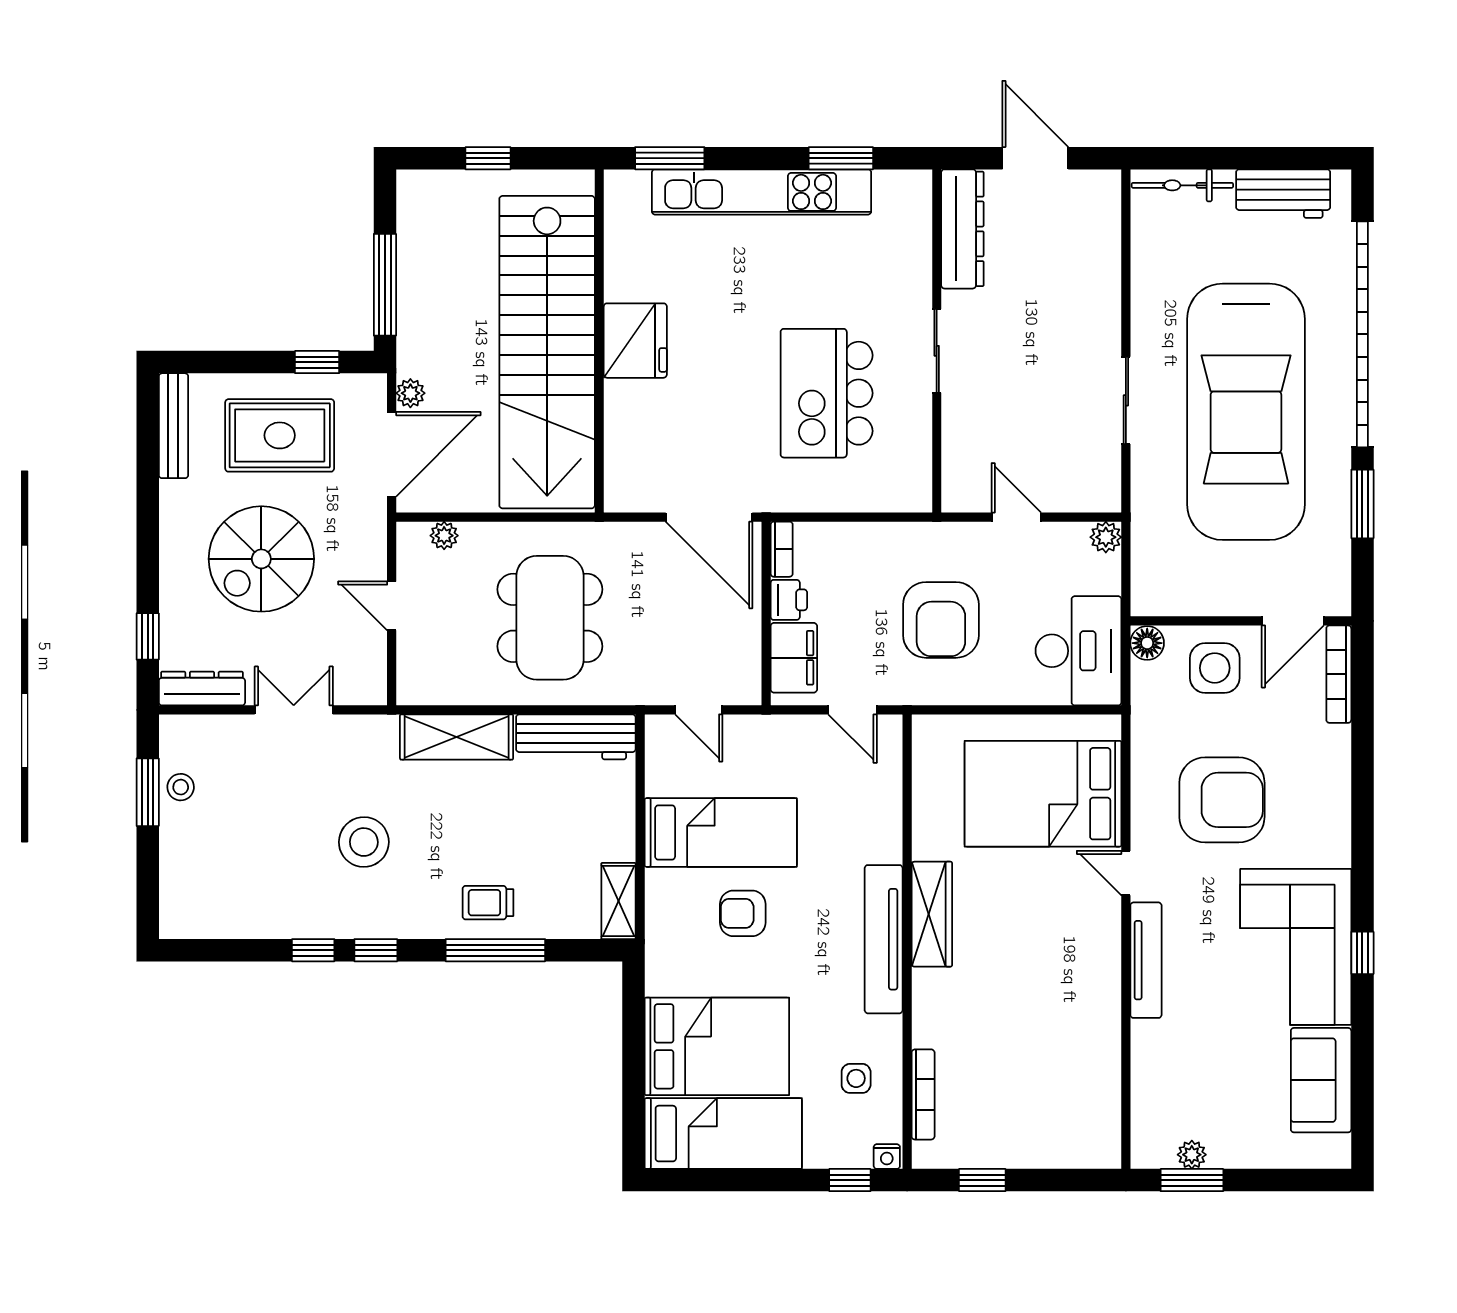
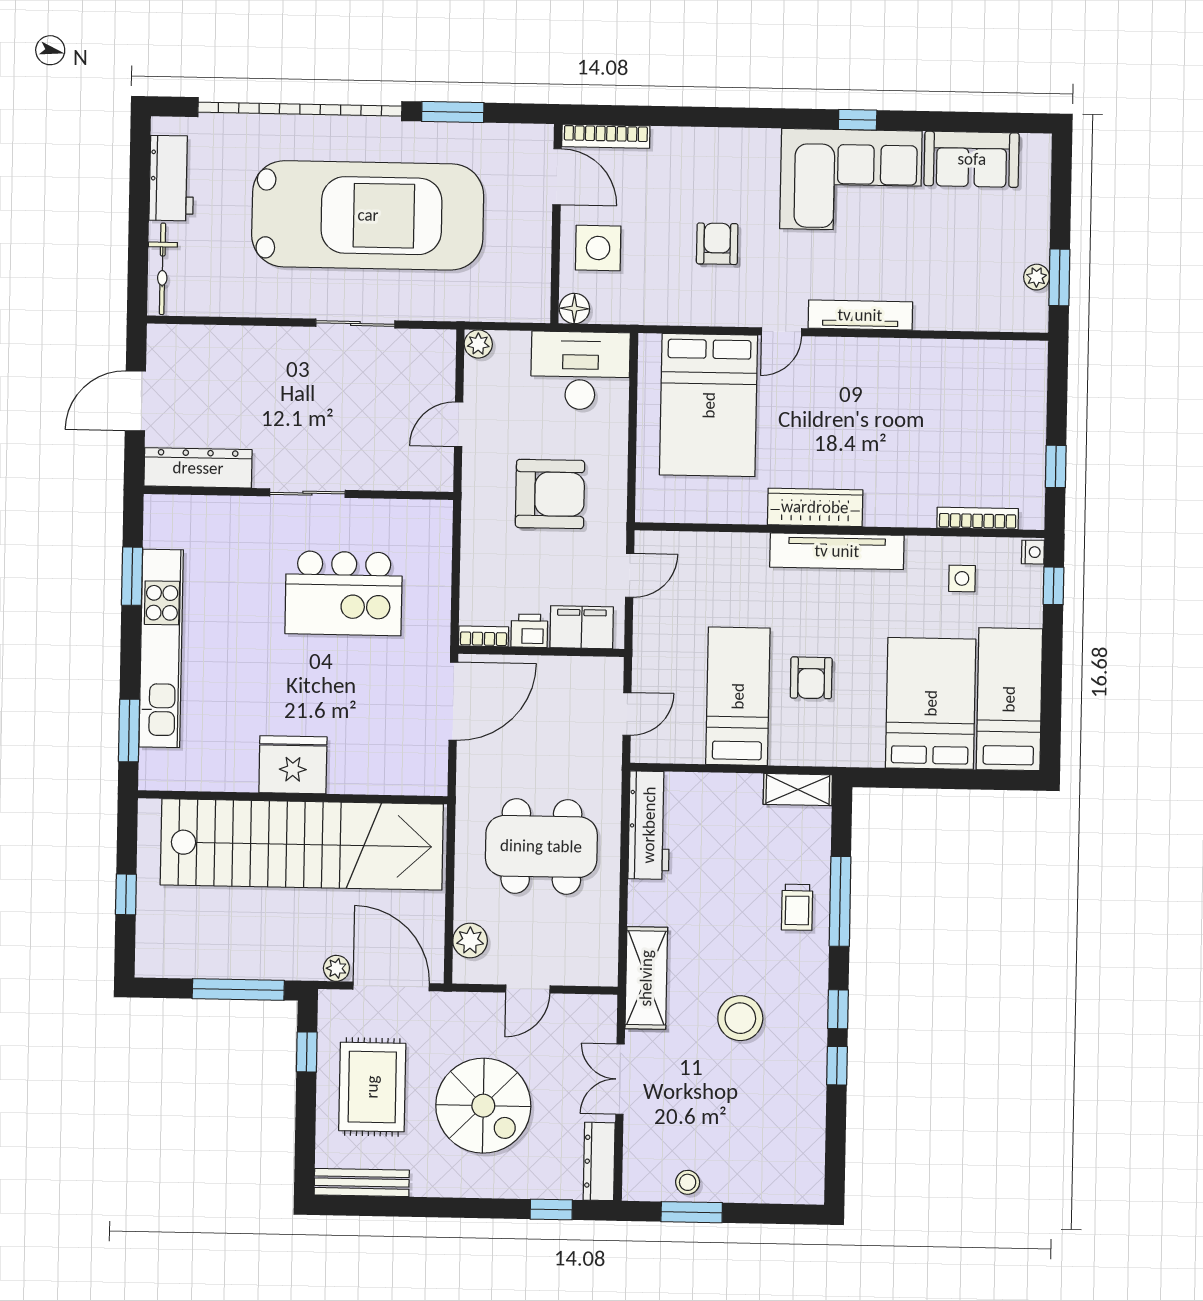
plant: (444, 536) -> (470, 941), width x1.38, depth x1.38
shelving: (457, 737) -> (646, 978), moved
armchair: (1222, 800) -> (717, 244), width x0.53, depth x0.53

